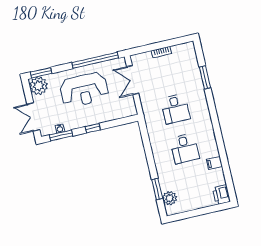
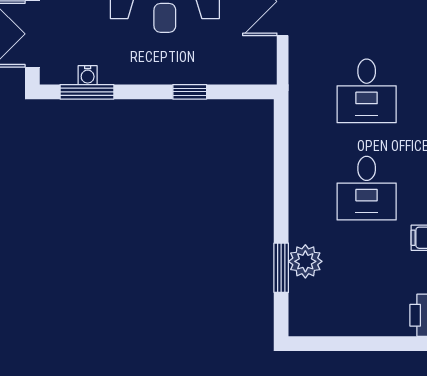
window: (93, 128) -> (190, 92), moved
plant: (170, 198) -> (305, 261), moved

